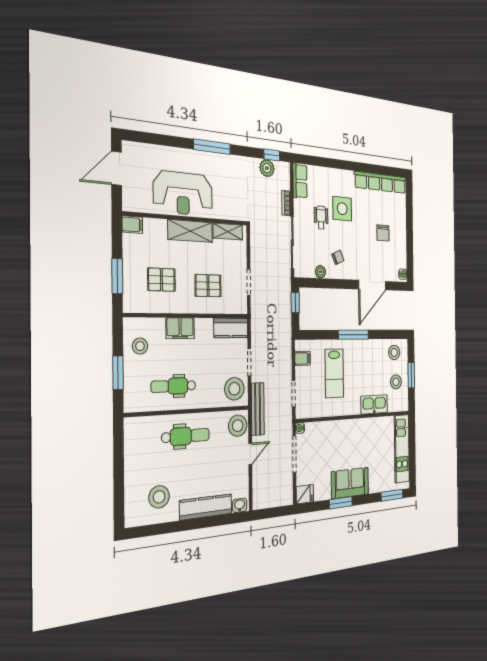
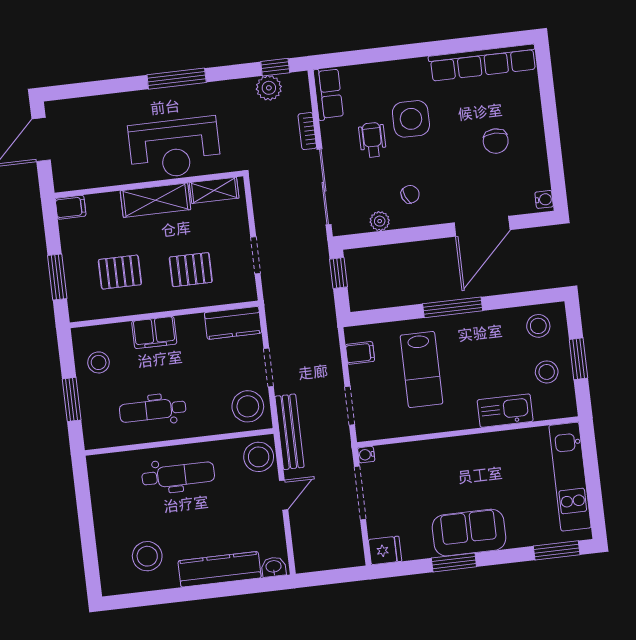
reception desk: (183, 193) -> (175, 148), moved

